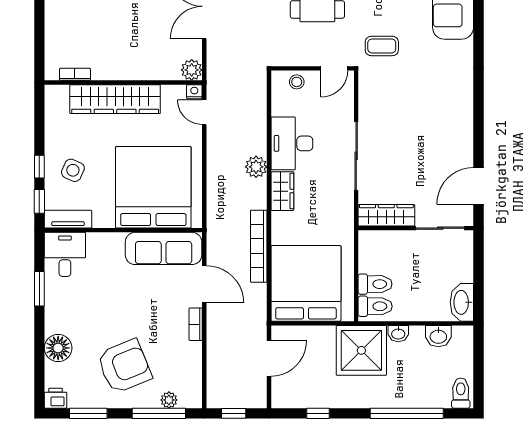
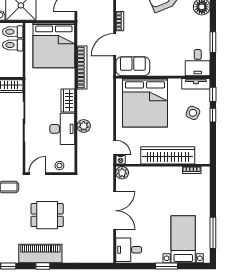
plant: (256, 167) -> (84, 126), moved
sofa: (164, 248) -> (133, 66), width x0.73
door: (204, 284) -> (115, 45), hinge flipped

